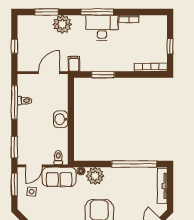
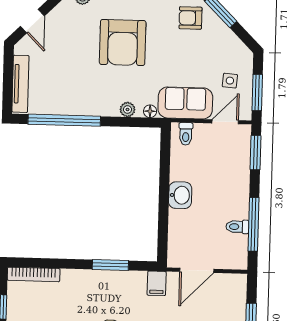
plant: (95, 176) -> (128, 109), width x0.53, depth x0.53

